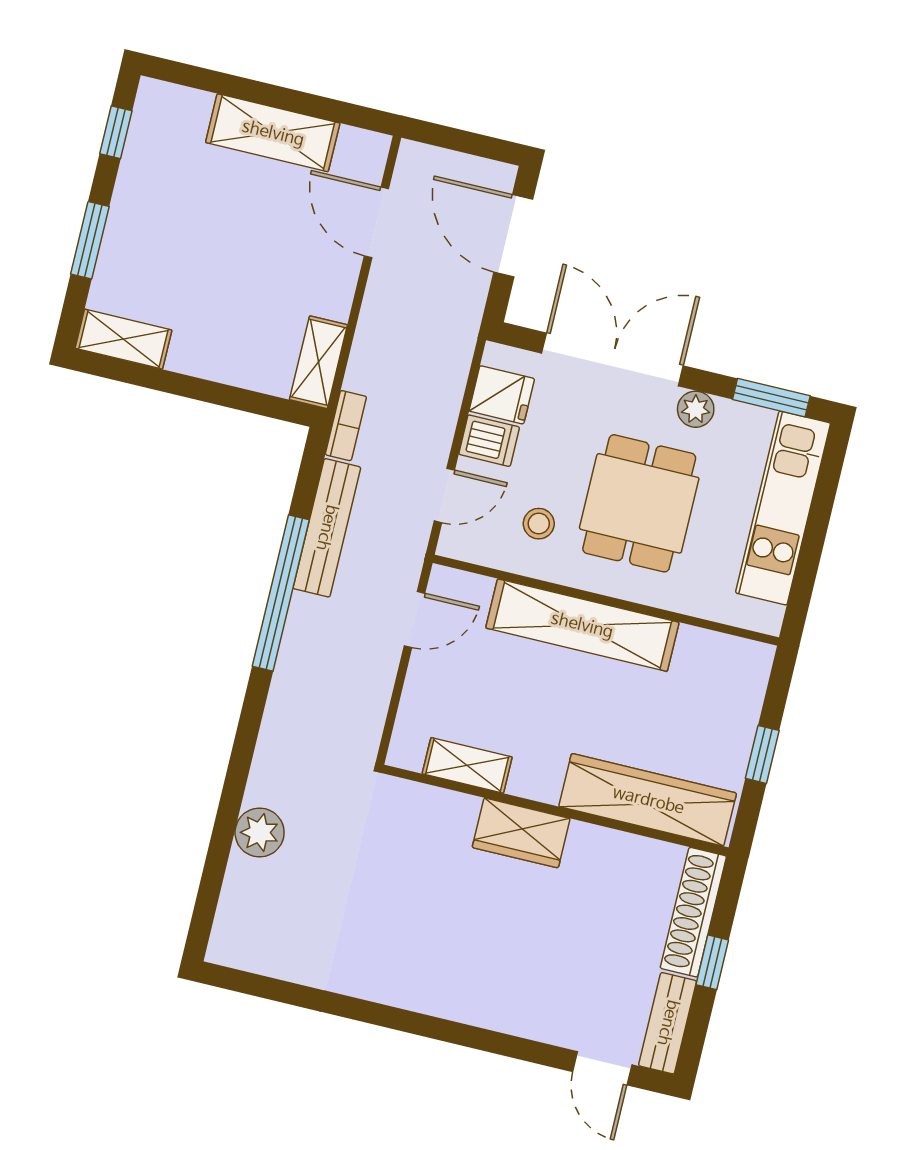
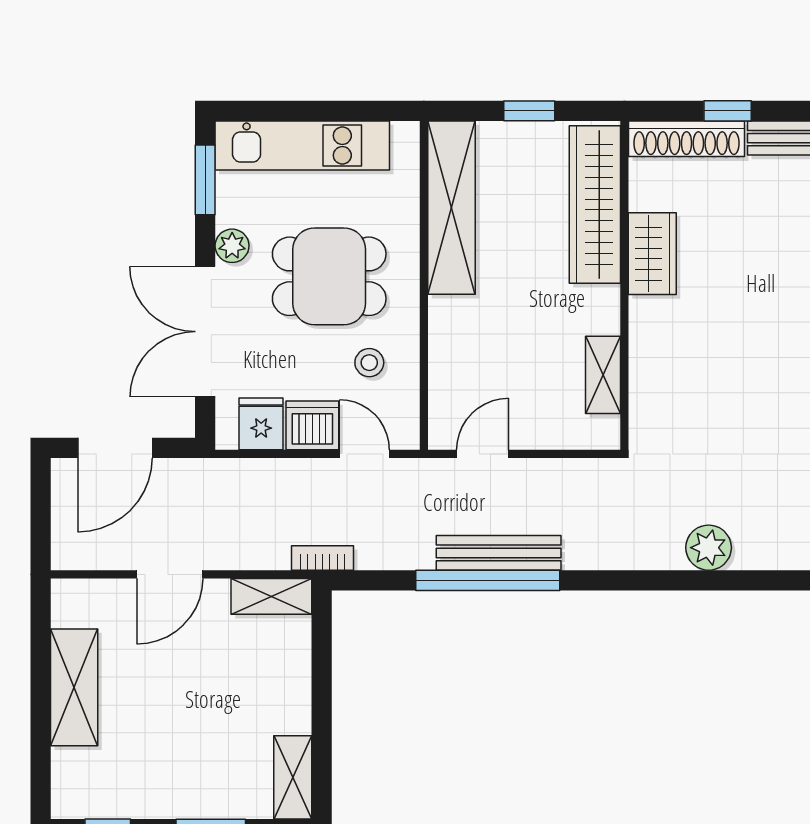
door: (376, 222) -> (170, 574), moved
dishwasher: (489, 441) -> (312, 425), width x1.38
bench: (327, 528) -> (499, 553), moved
door: (415, 619) -> (483, 454), hinge flipped
shelving: (582, 625) -> (451, 208), moved
wardrobe: (521, 833) -> (652, 254), moved

